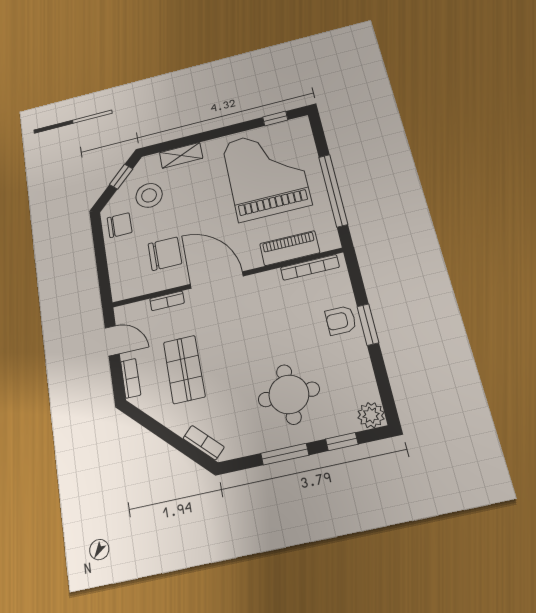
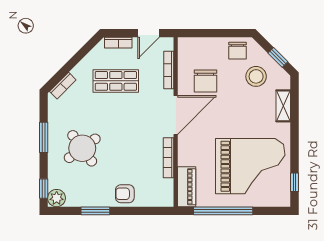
piano: (290, 248) -> (187, 187), moved
bookcase: (310, 267) -> (168, 158), moved
bookcase: (167, 301) -> (169, 70), width x1.56
armchair: (341, 320) -> (125, 194), turned -90
window: (368, 325) -> (95, 211), moved
round table: (289, 394) -> (82, 148), turned -36
window: (342, 442) -> (44, 189), moved

